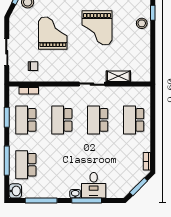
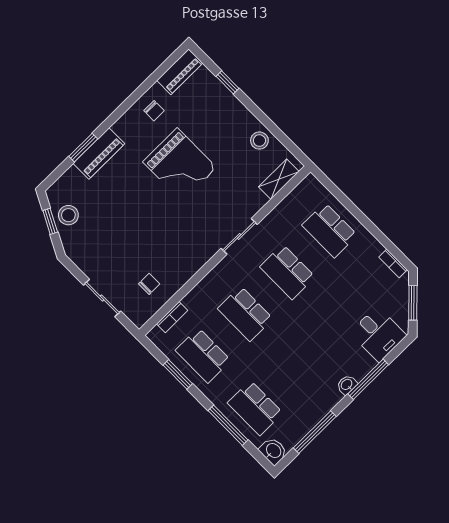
stool: (142, 23) -> (259, 141), moved
grand piano: (53, 33) -> (134, 222), removed
shelving: (118, 76) -> (279, 179), moved
desk: (94, 185) -> (378, 334), moved

